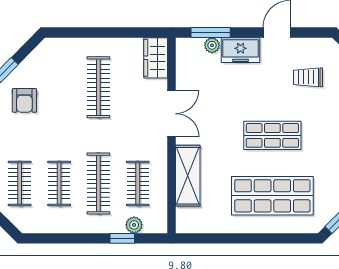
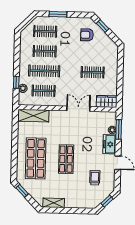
clothes rail: (98, 87) -> (93, 72), width x0.73
double door: (171, 114) -> (78, 109), swing flipped
shelving: (188, 176) -> (33, 116), moved

